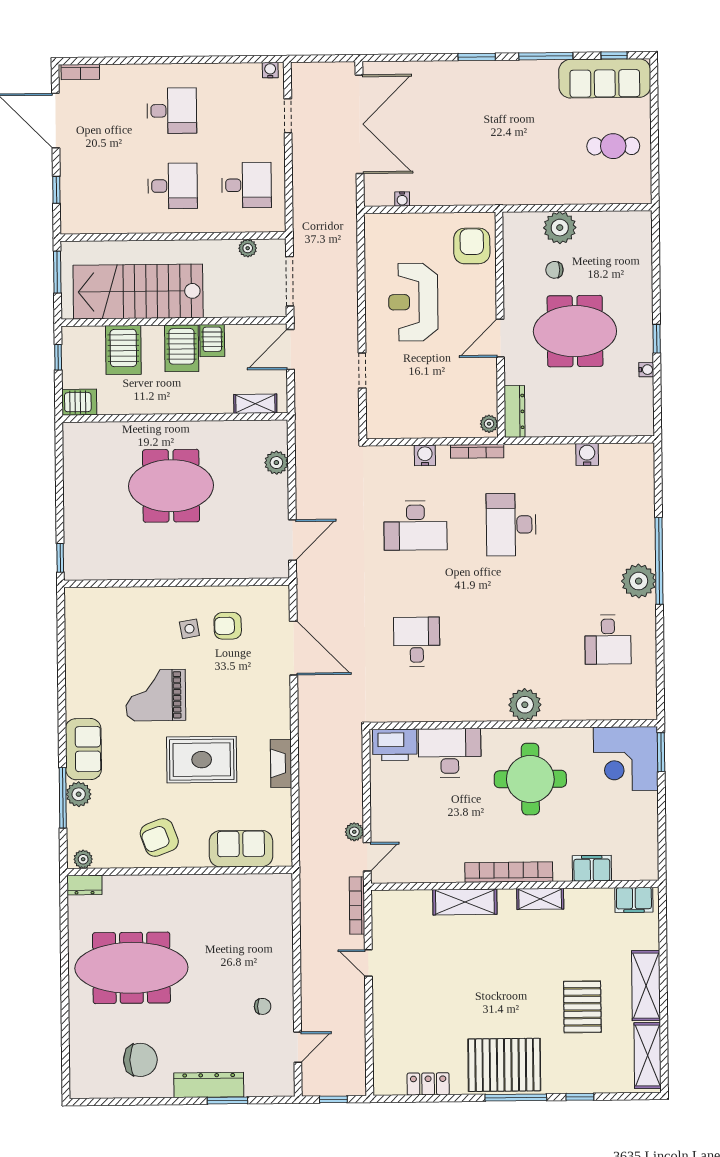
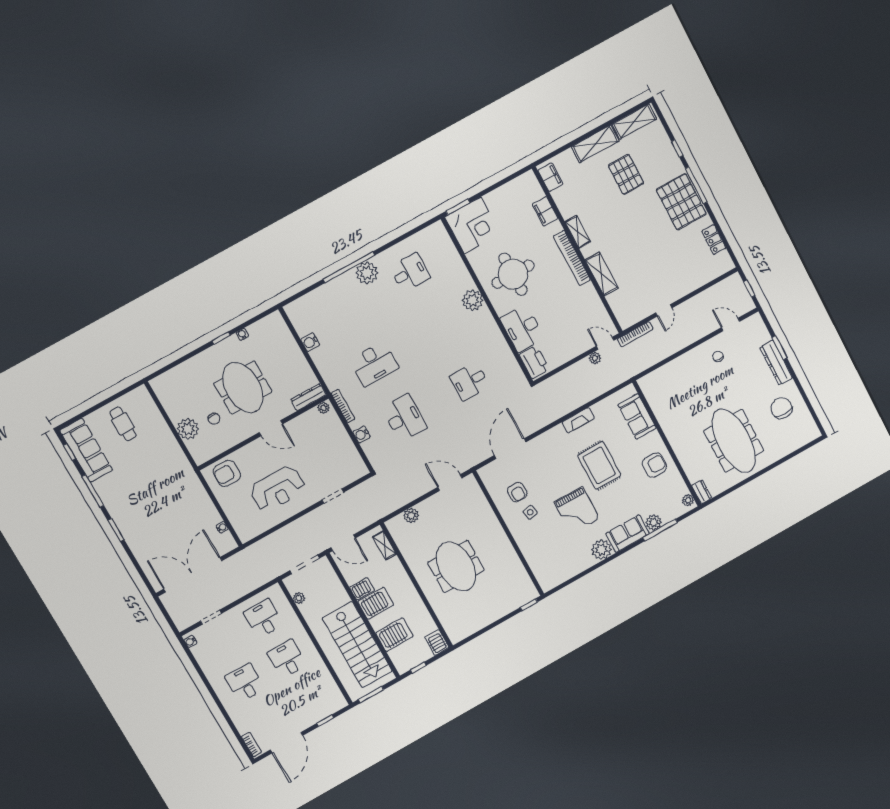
plant: (81, 700) -> (601, 550), added
armchair: (159, 837) -> (654, 465), turned -69
pallet: (582, 1007) -> (626, 174), turned 90

